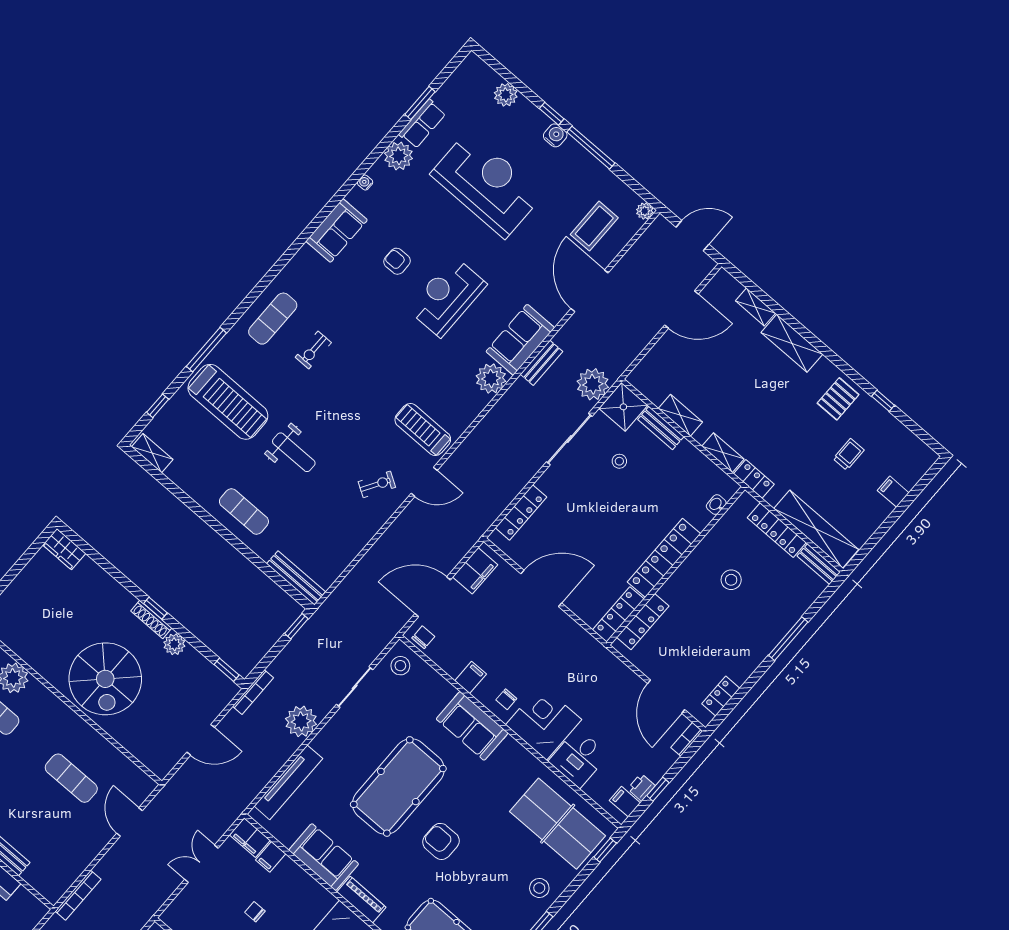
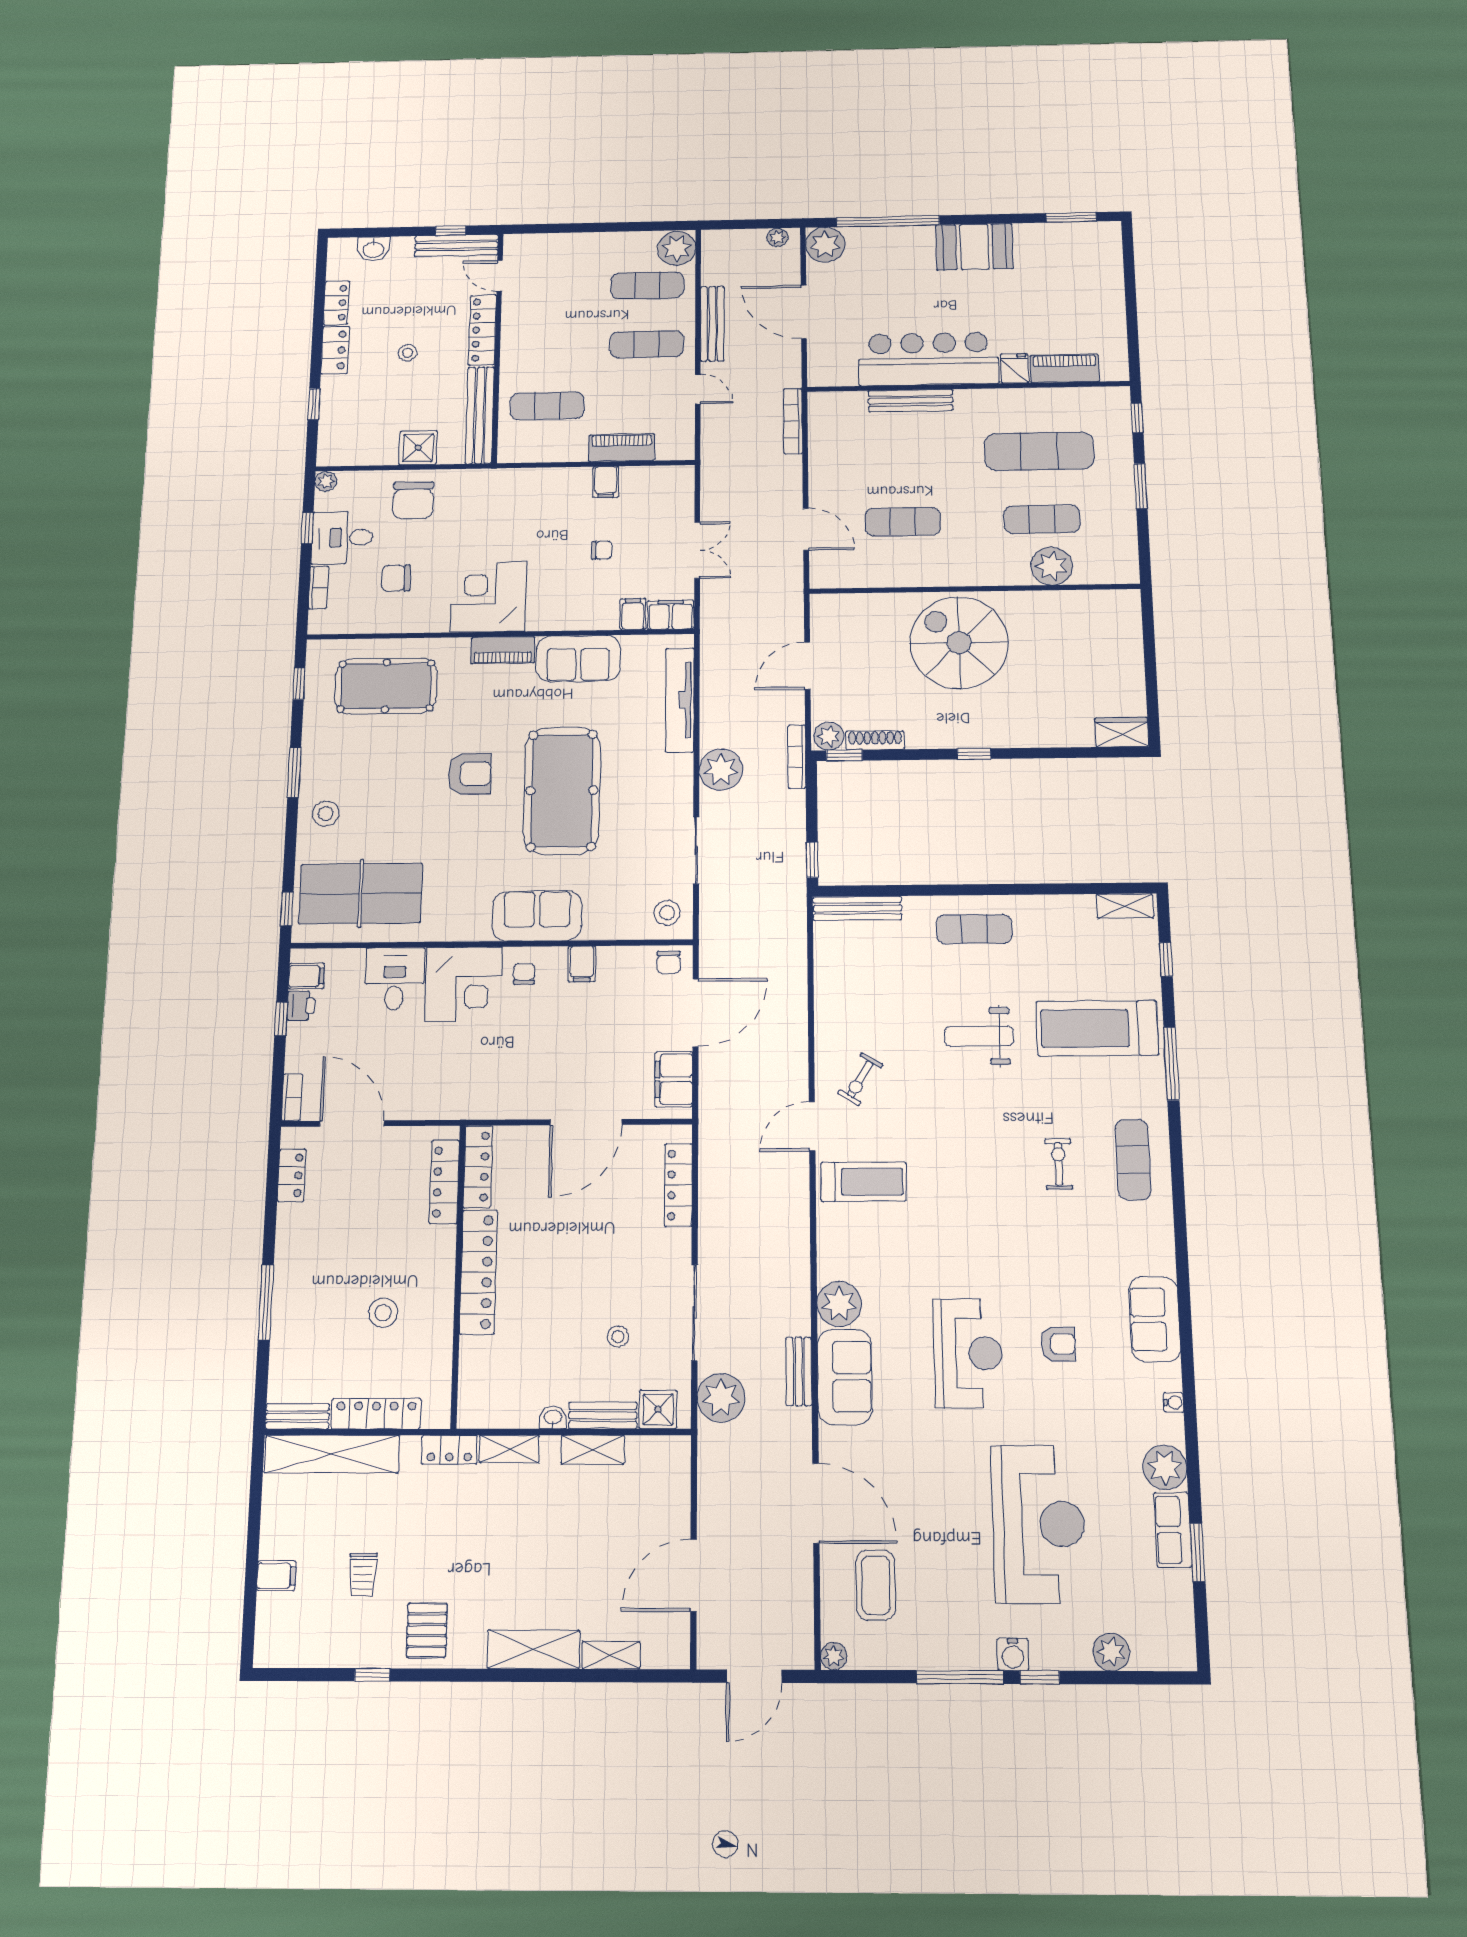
reception desk: (487, 184) -> (1038, 1524), turned -90
shower: (623, 407) -> (658, 1409), width x0.73, depth x0.73
washbasin: (716, 505) -> (553, 1418), moved, turned -90
shoe rack: (151, 619) -> (875, 740), moved
plant: (174, 644) -> (829, 736), moved

